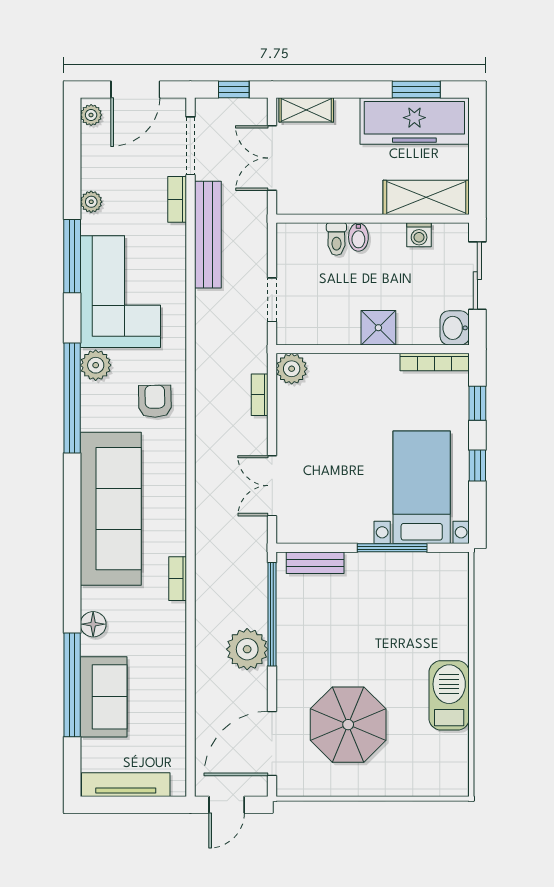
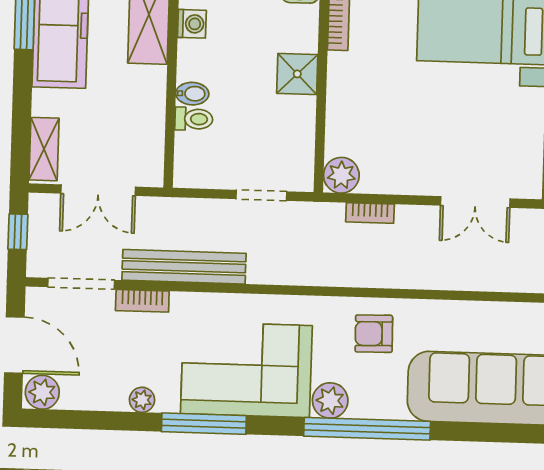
plant: (91, 115) -> (42, 392), width x1.38, depth x1.38

